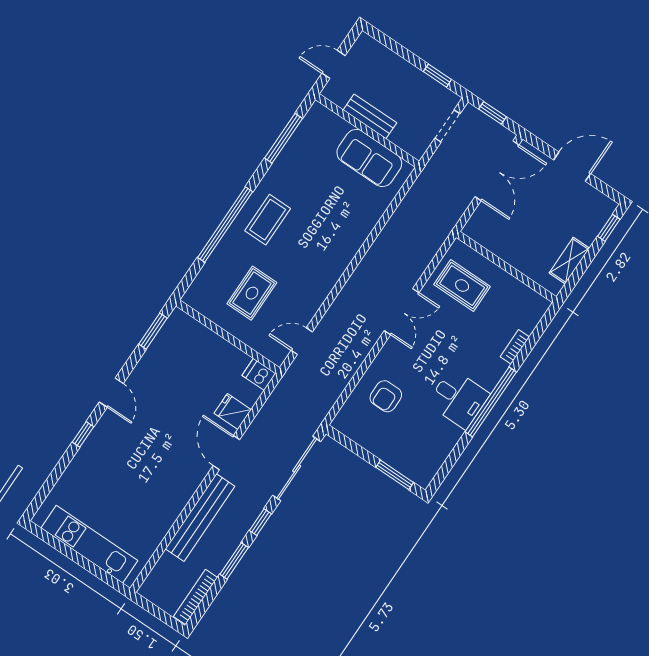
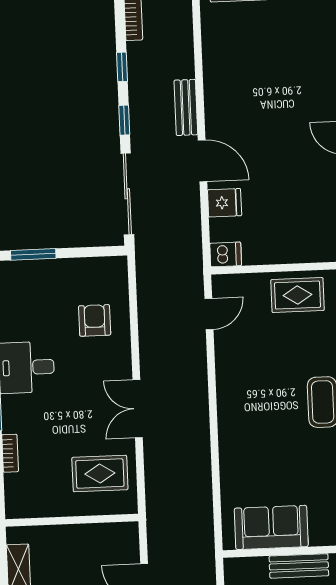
rug: (252, 293) -> (297, 295), moved, turned 90
bench: (200, 518) -> (186, 107), width x0.54, depth x0.82
window: (234, 561) -> (122, 67), width x0.67

